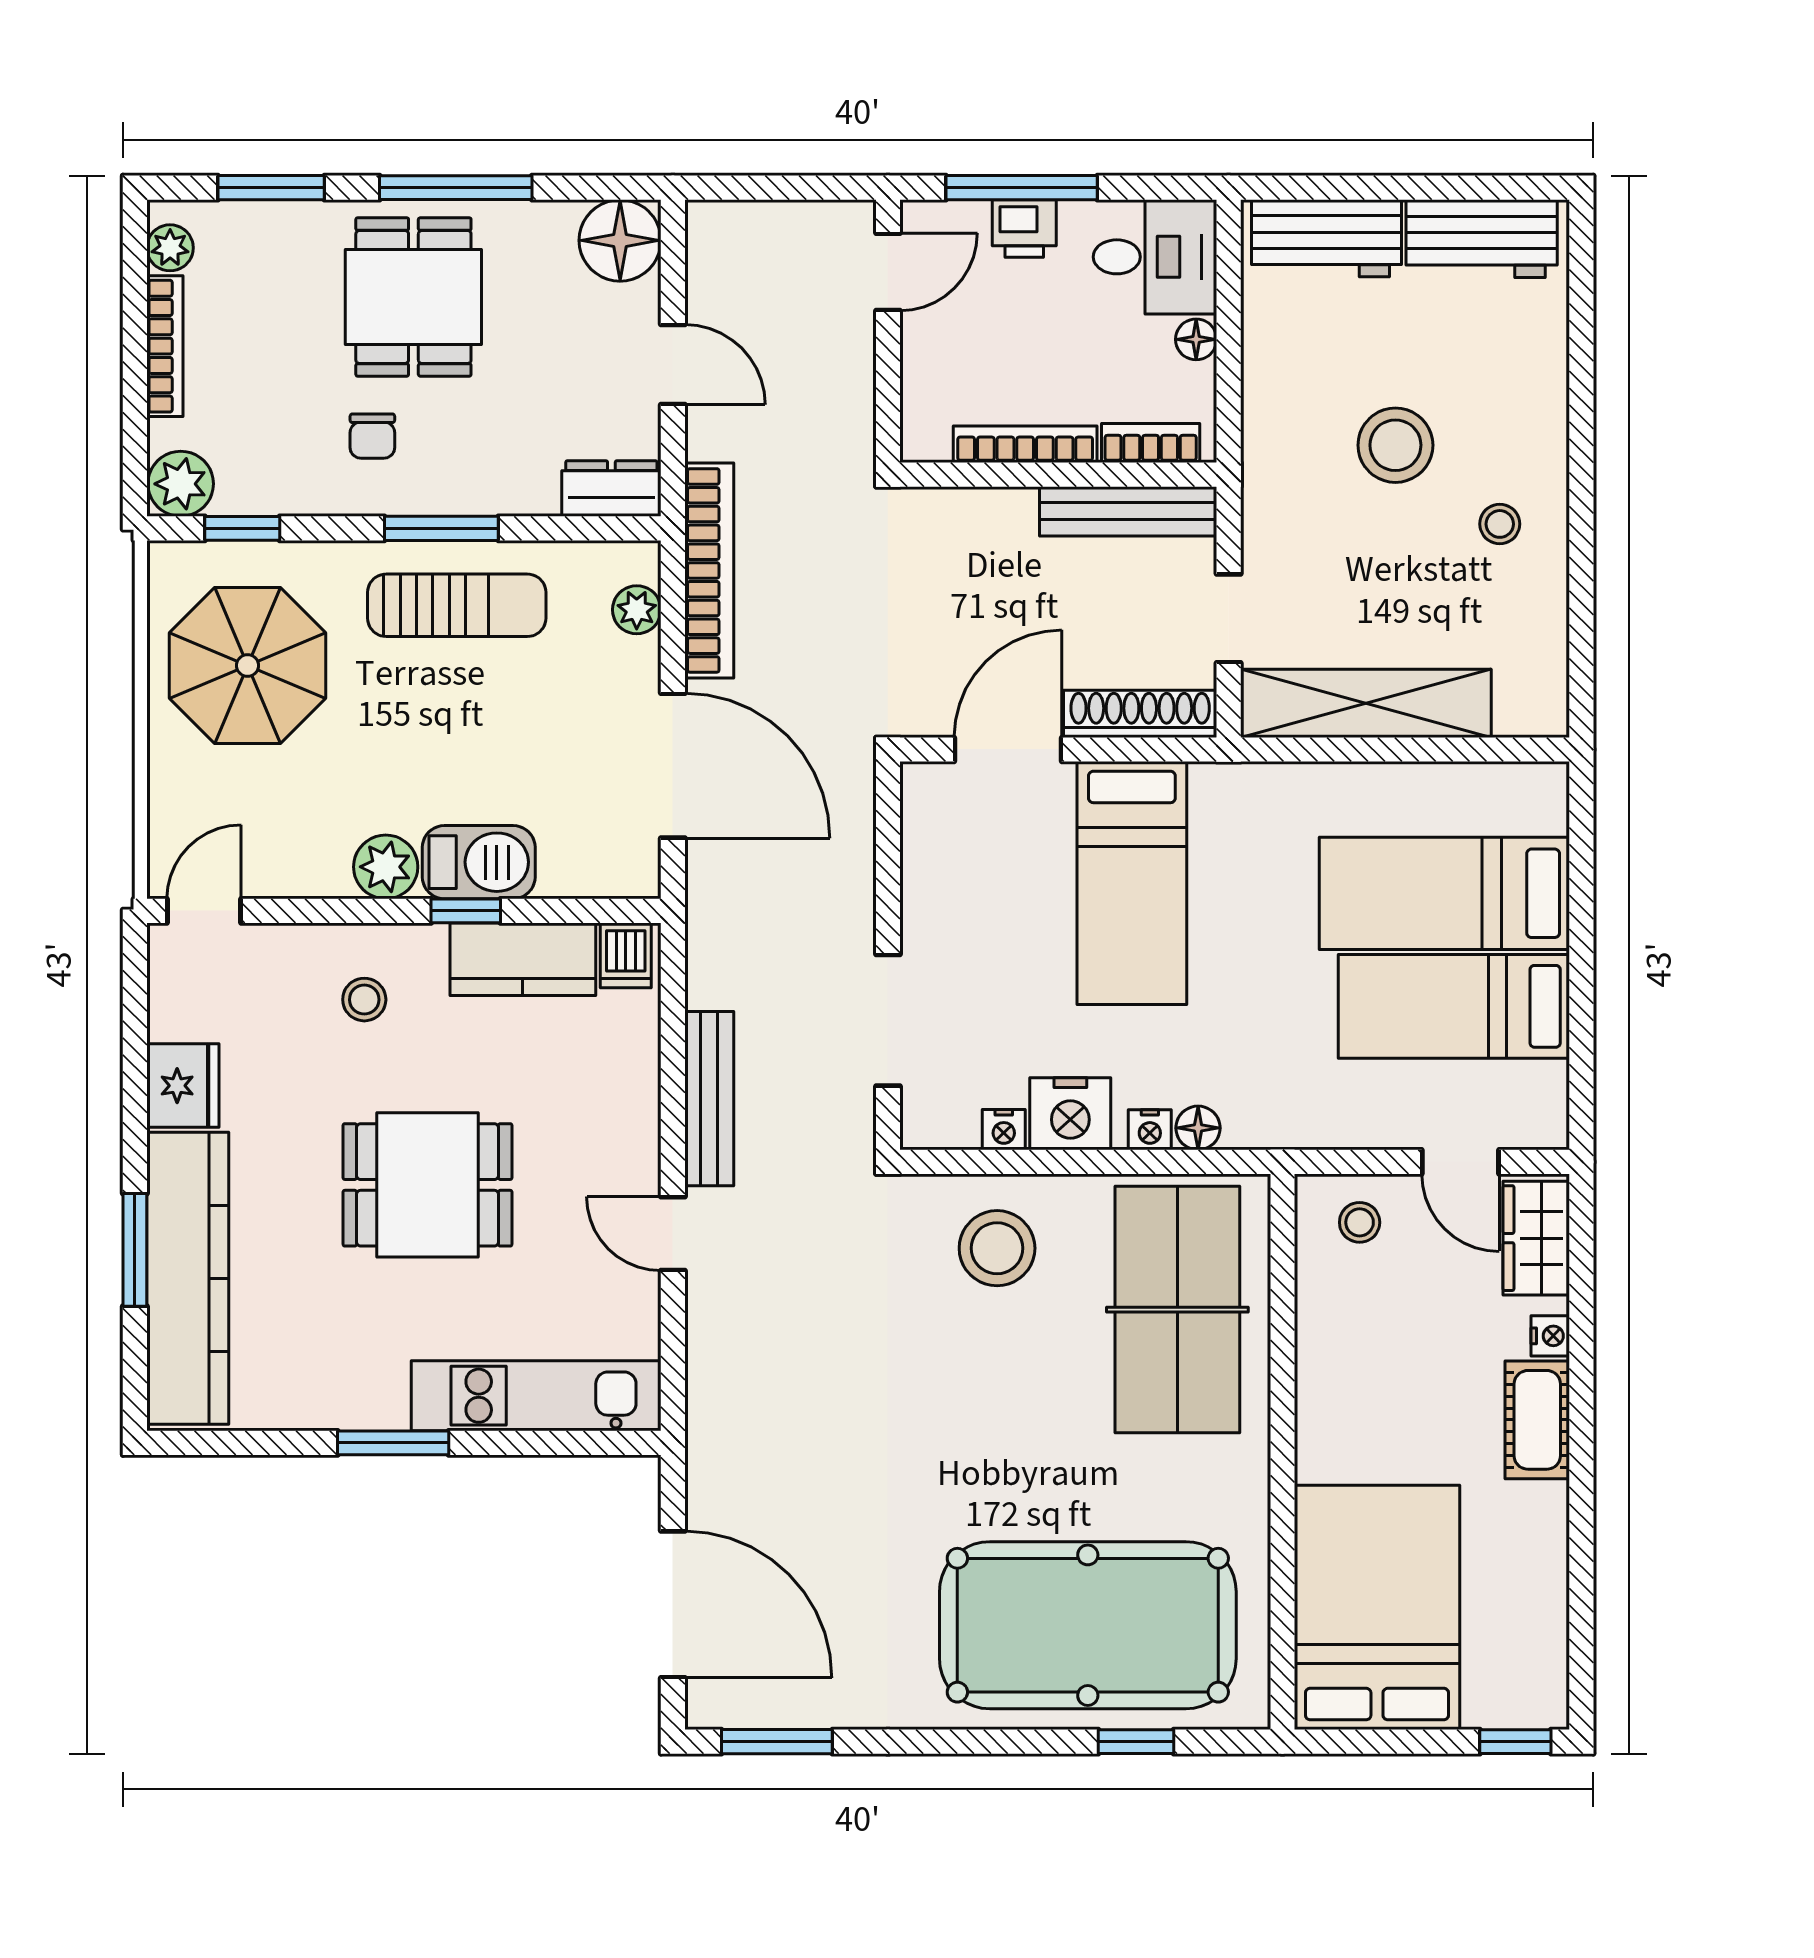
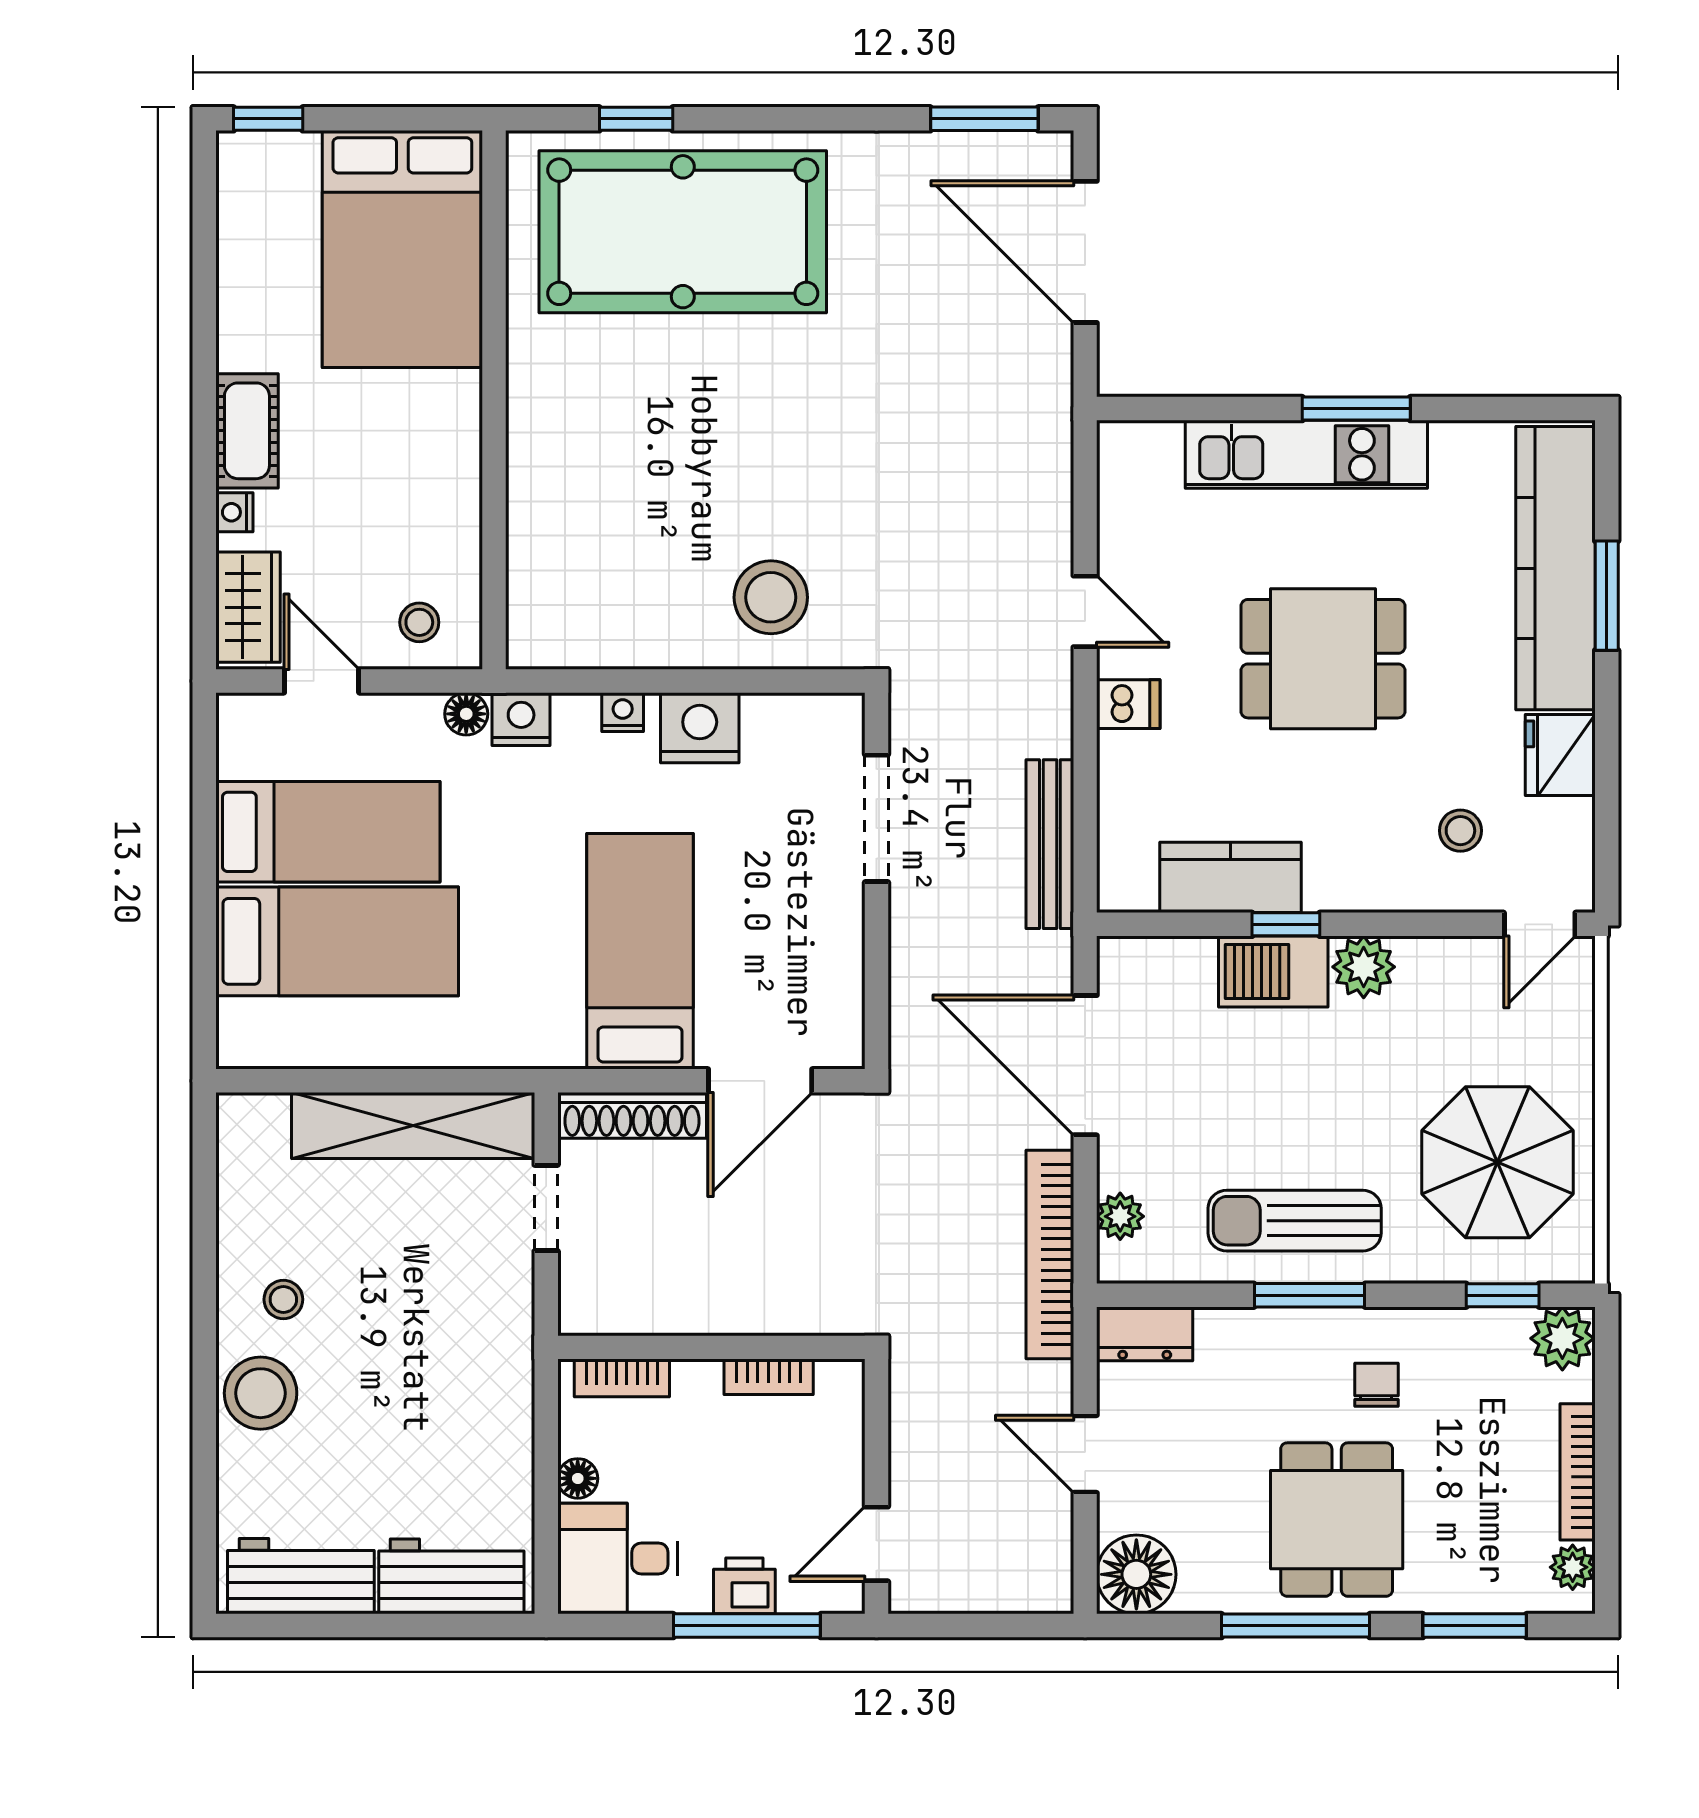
bookcase: (1025, 444) -> (769, 1377), width x0.64
stool: (1395, 445) -> (261, 1393), moved
bench: (1128, 511) -> (644, 1312), removed
dishwasher: (626, 955) -> (1128, 704), moved, turned 90
stool: (364, 1000) -> (1460, 831), moved
bench: (709, 1099) -> (1050, 844), moved
floor lamp: (1198, 1128) -> (466, 714), moved
nightstand: (1004, 1130) -> (521, 719), moved, width x1.39, depth x1.35
table tennis table: (1177, 1310) -> (596, 538), removed
kitchen unit: (536, 1396) -> (1306, 454), moved

